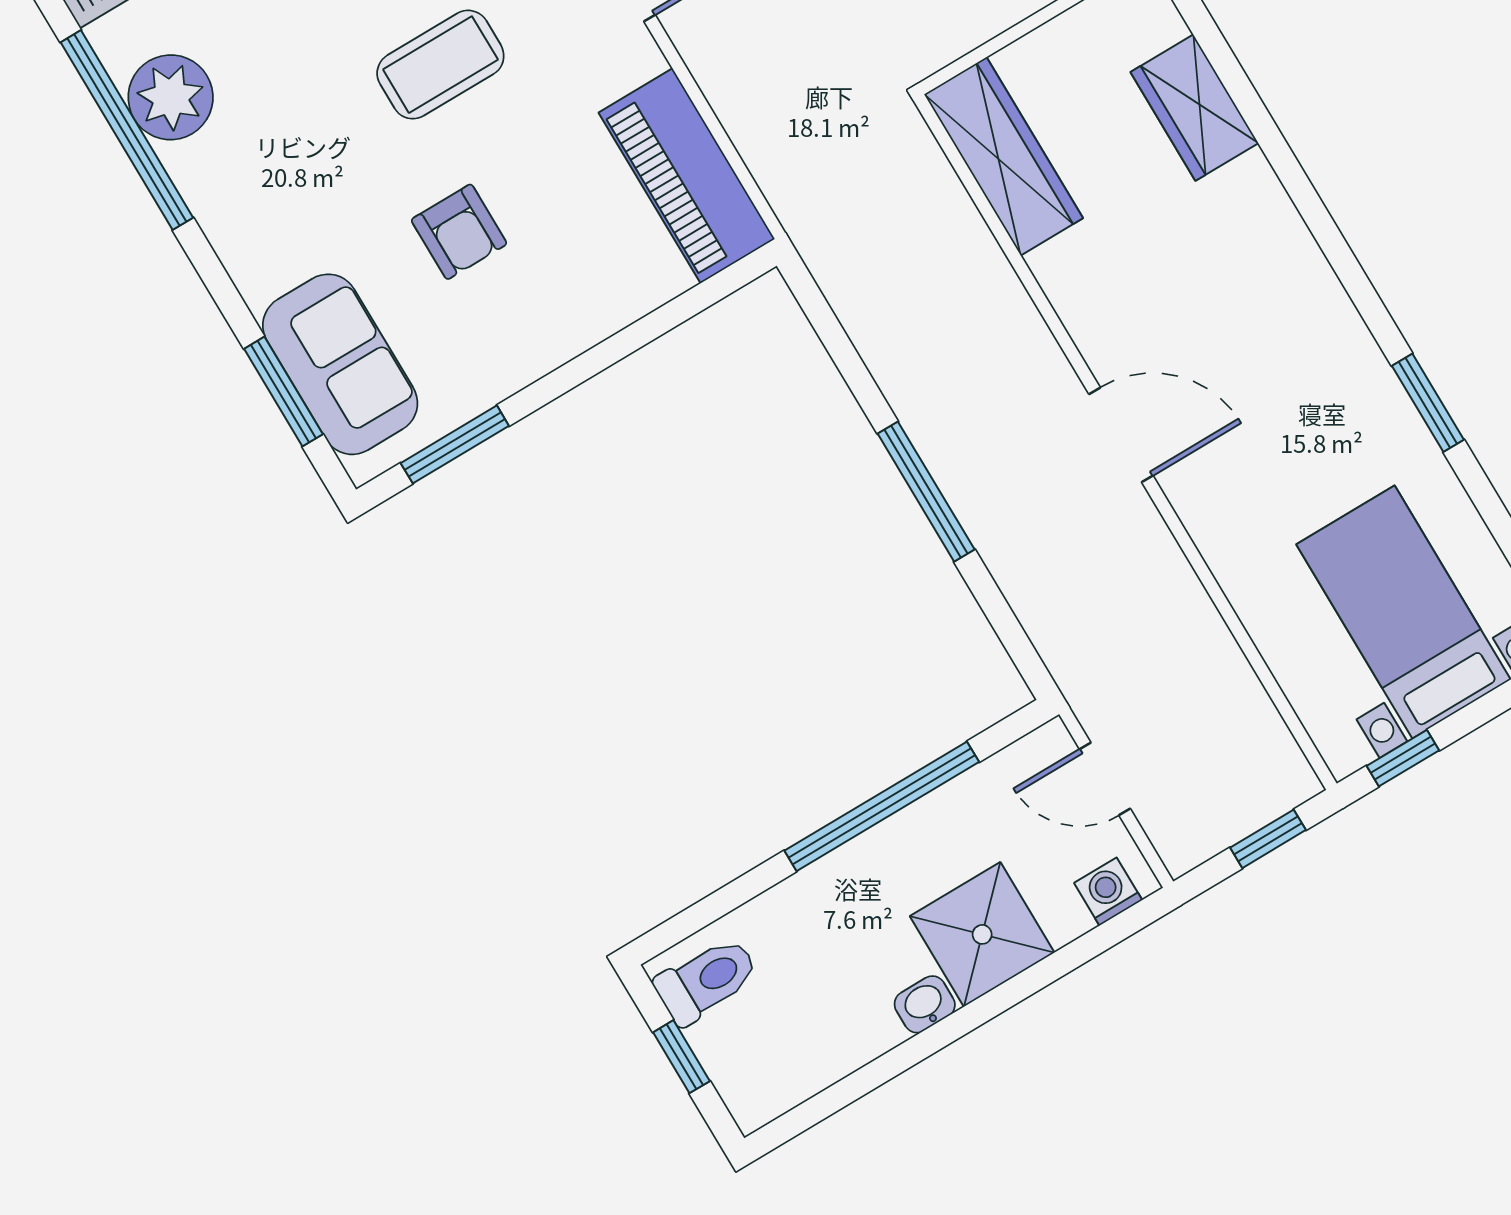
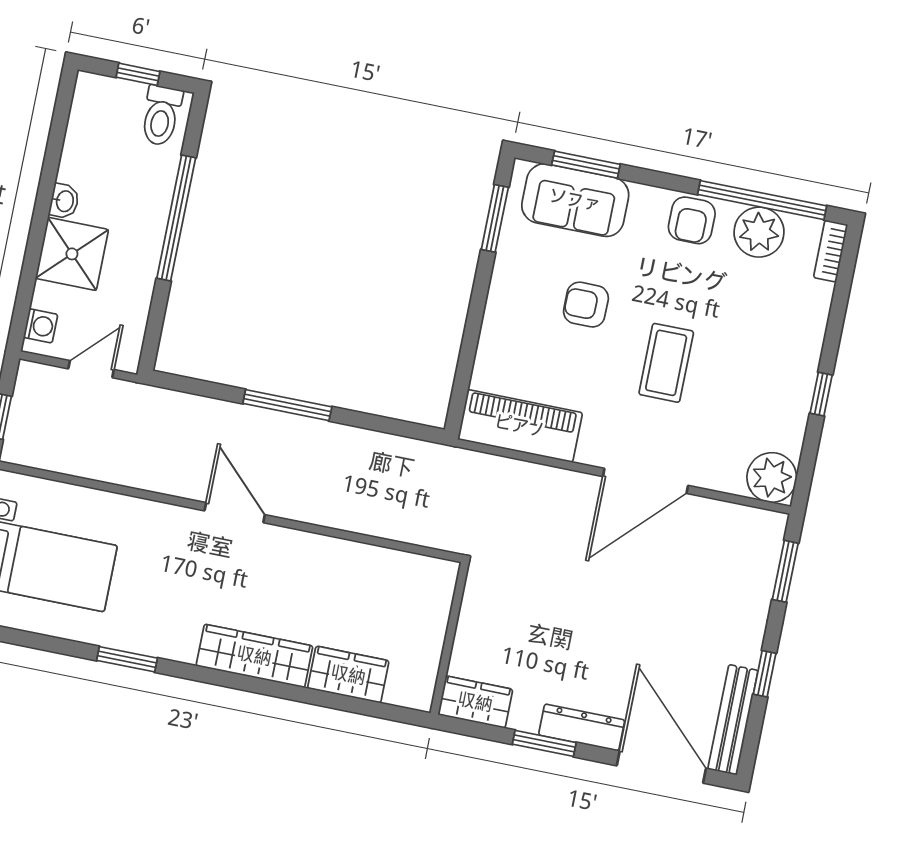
wardrobe: (1004, 156) -> (254, 656), moved, turned 180
armchair: (233, 195) -> (692, 220), added
door: (1121, 435) -> (235, 513), swing flipped
window: (882, 806) -> (176, 218), moved

